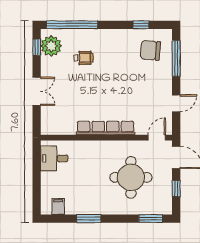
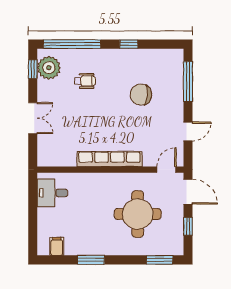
window: (141, 25) -> (129, 44), moved
chair: (150, 50) -> (141, 95), moved

